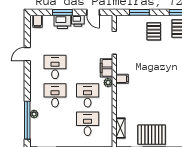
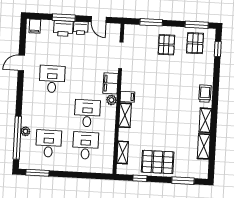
desk: (55, 95) -> (49, 144), moved
shelving: (121, 95) -> (125, 115), added

